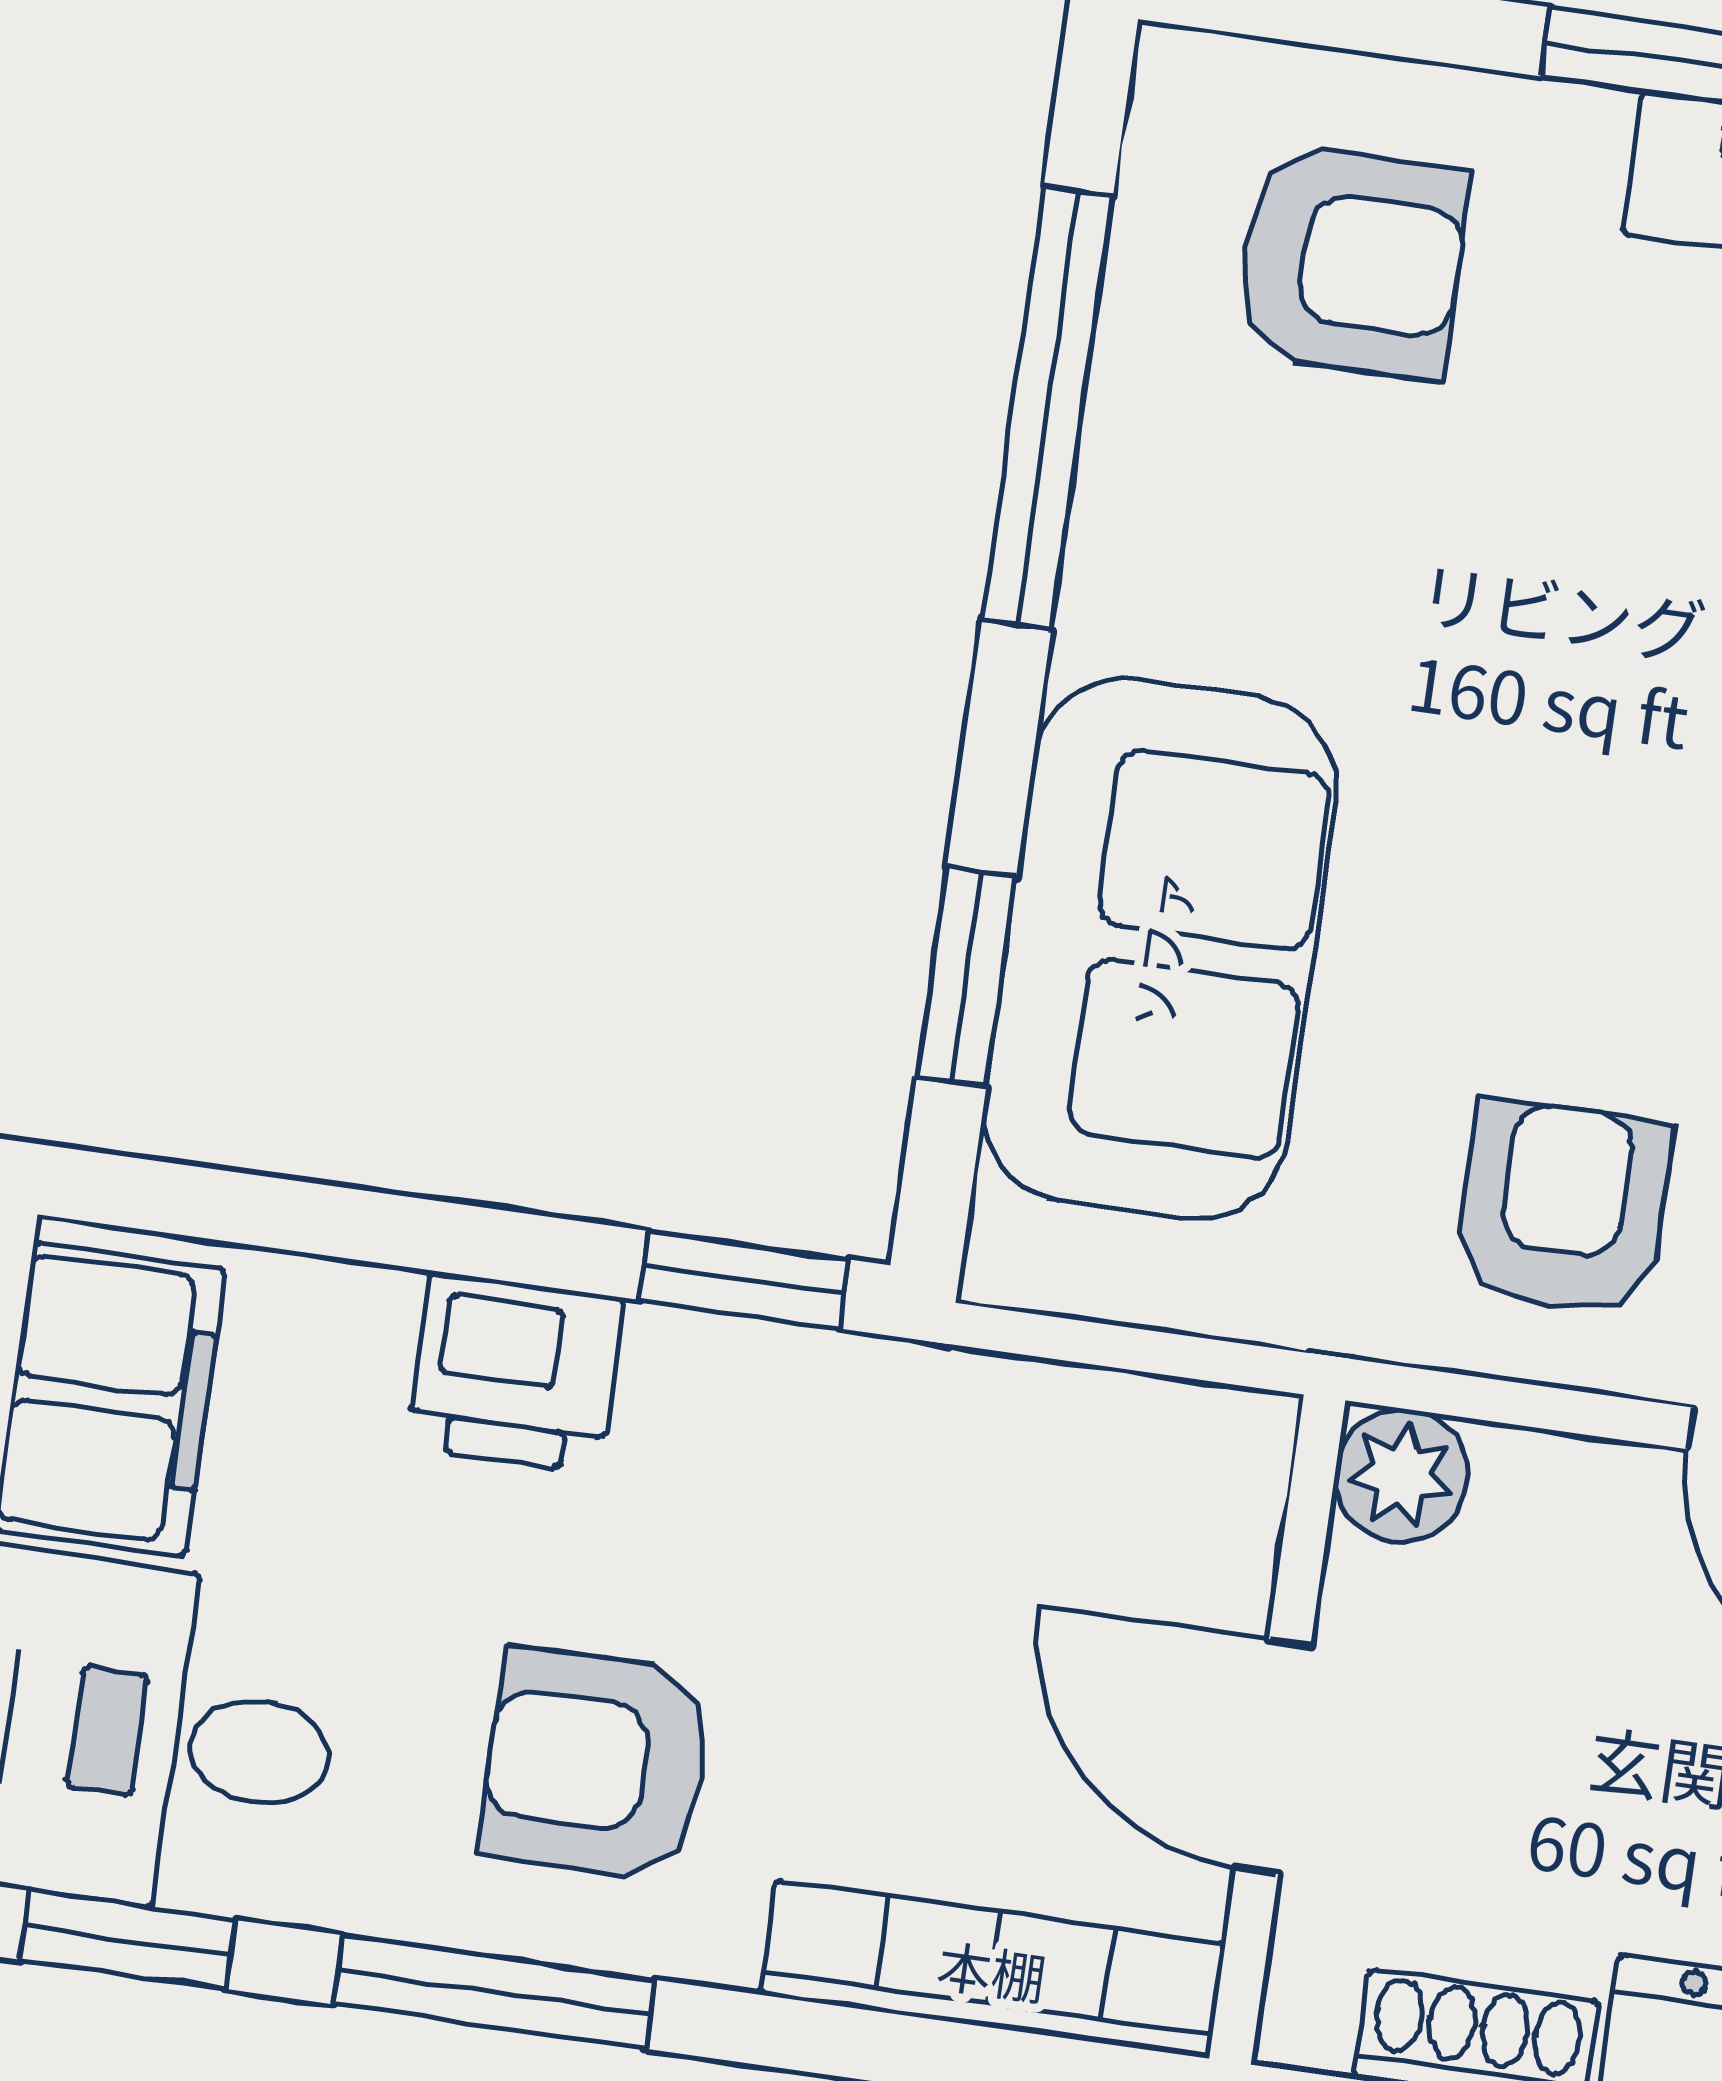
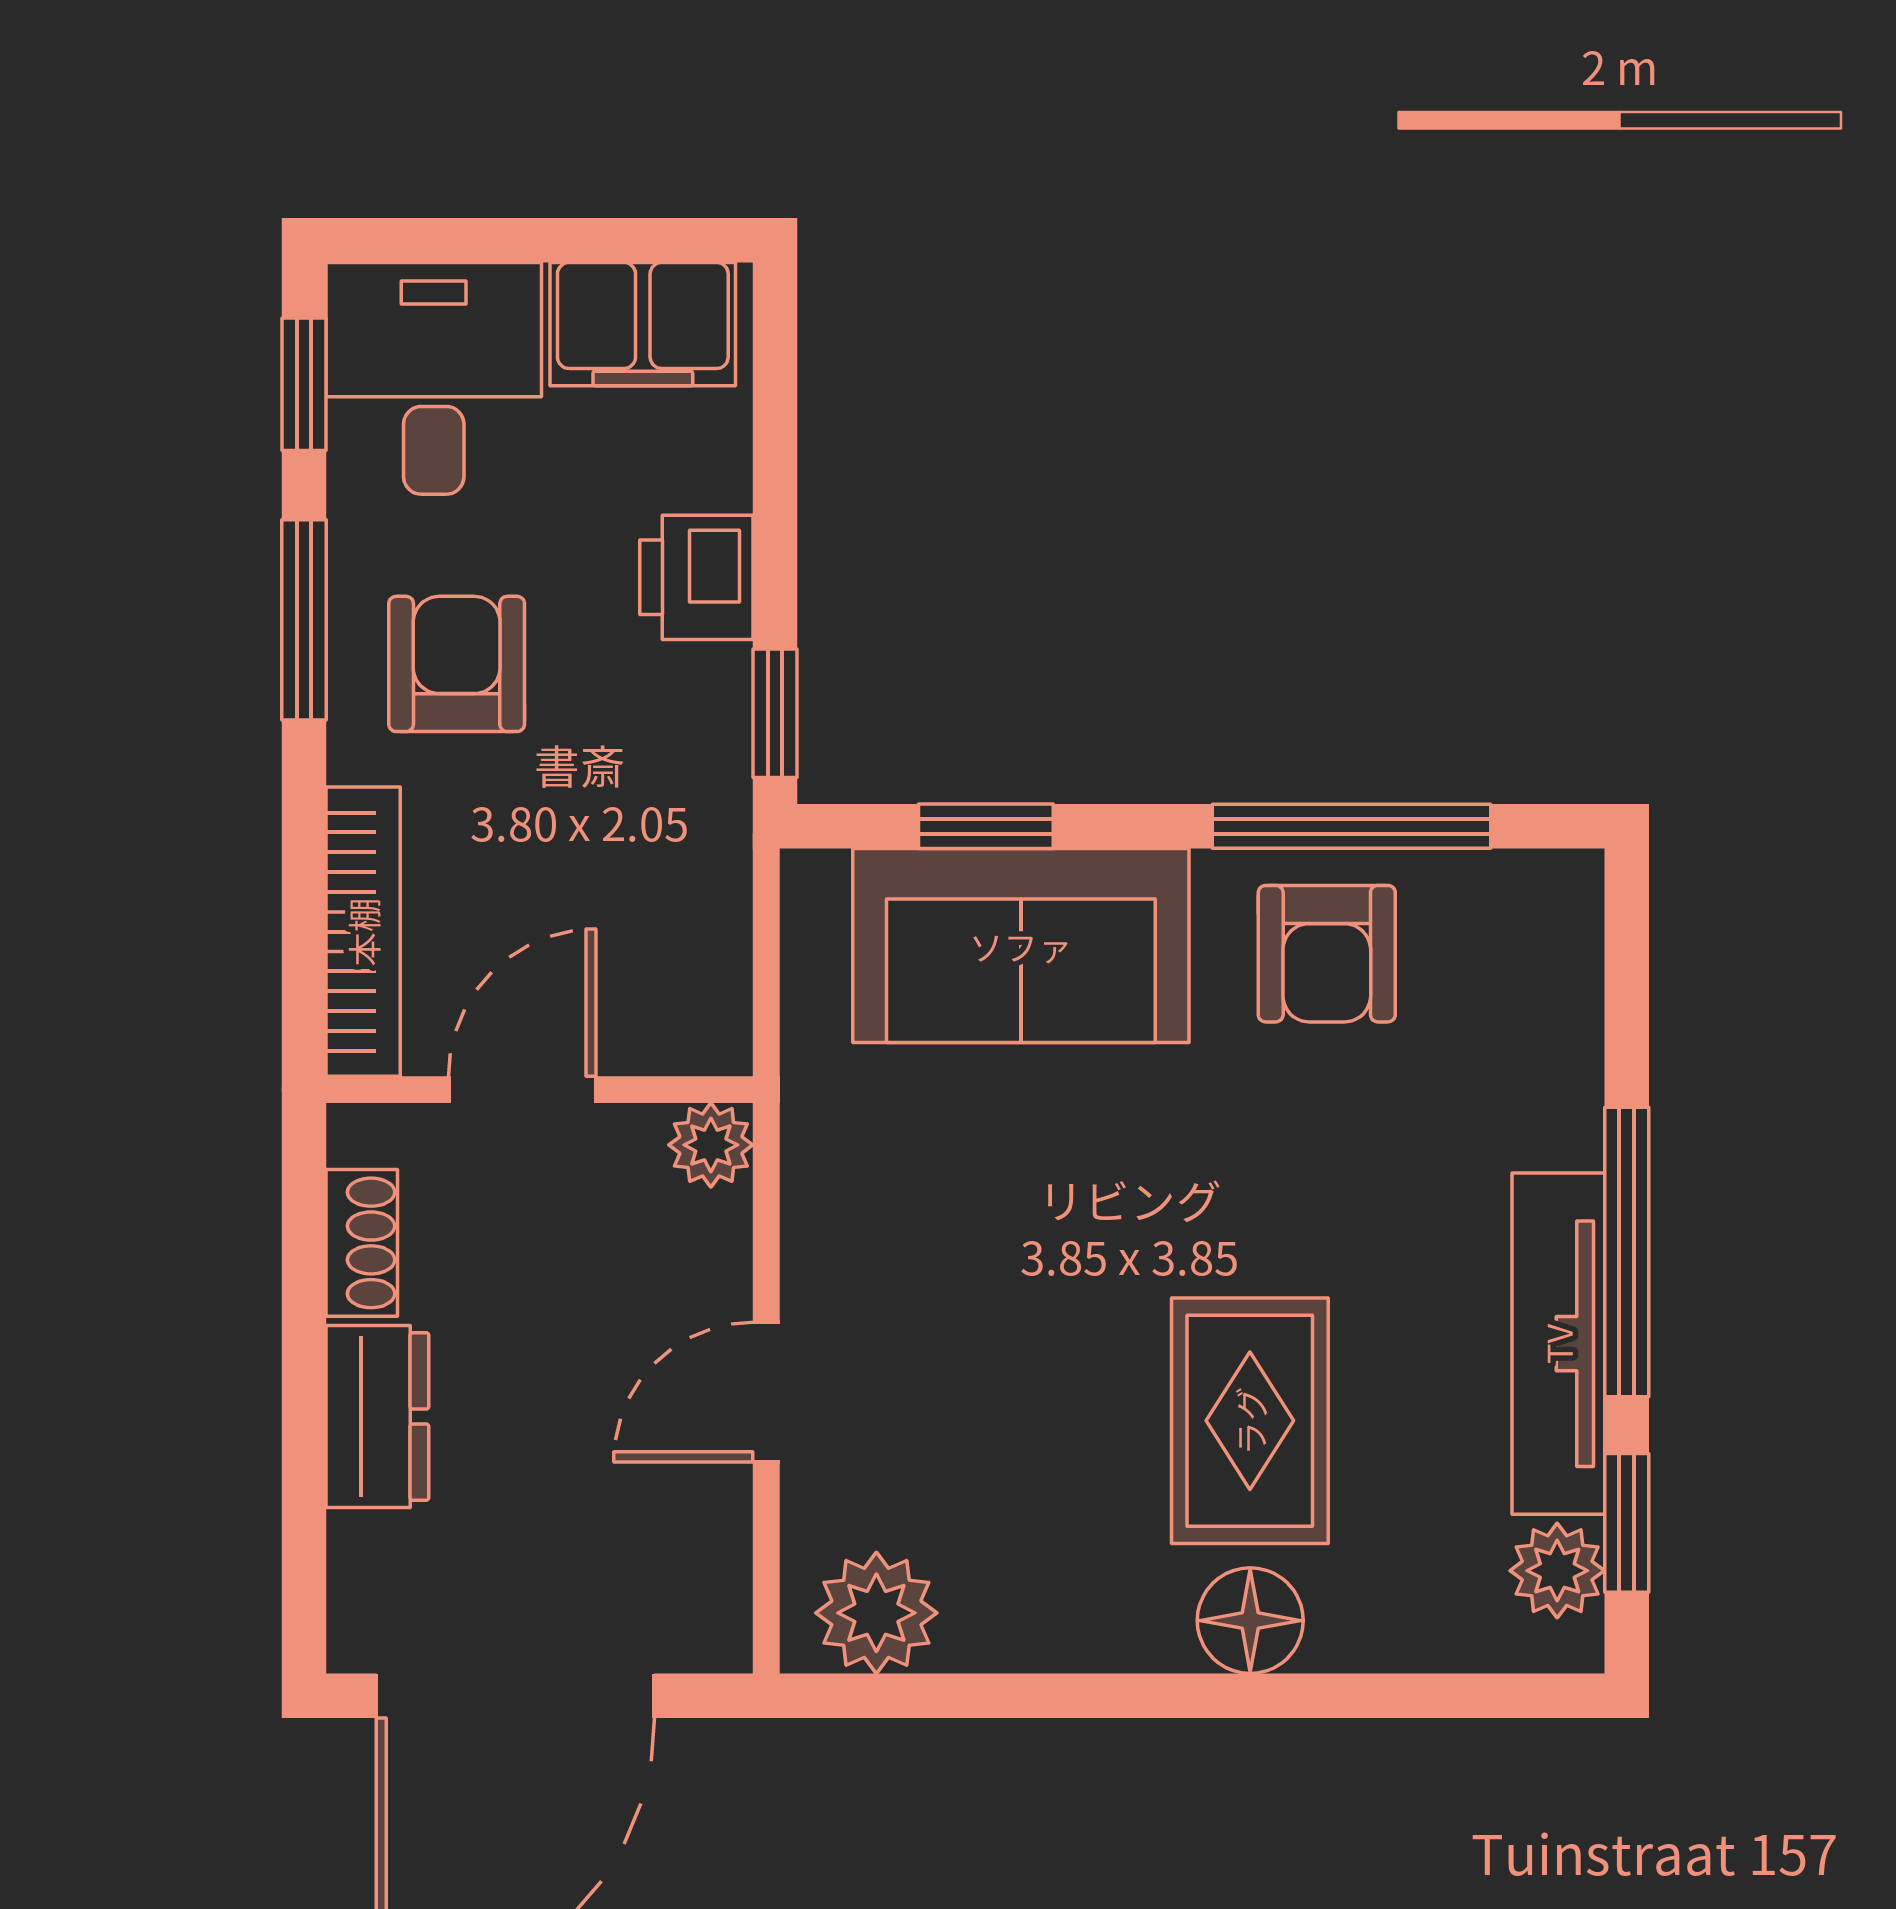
armchair: (1352, 262) -> (1327, 954), moved
armchair: (1563, 1208) -> (894, 1223), removed

